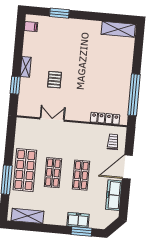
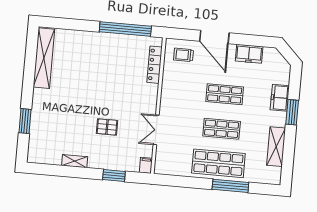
filing cabinet: (31, 27) -> (146, 165), moved
shelving: (118, 29) -> (44, 58), width x1.47
shelving: (26, 67) -> (75, 161), moved
freezer: (114, 195) -> (249, 54), width x0.71
shelving: (27, 216) -> (276, 147), moved
window: (81, 231) -> (292, 112), moved

